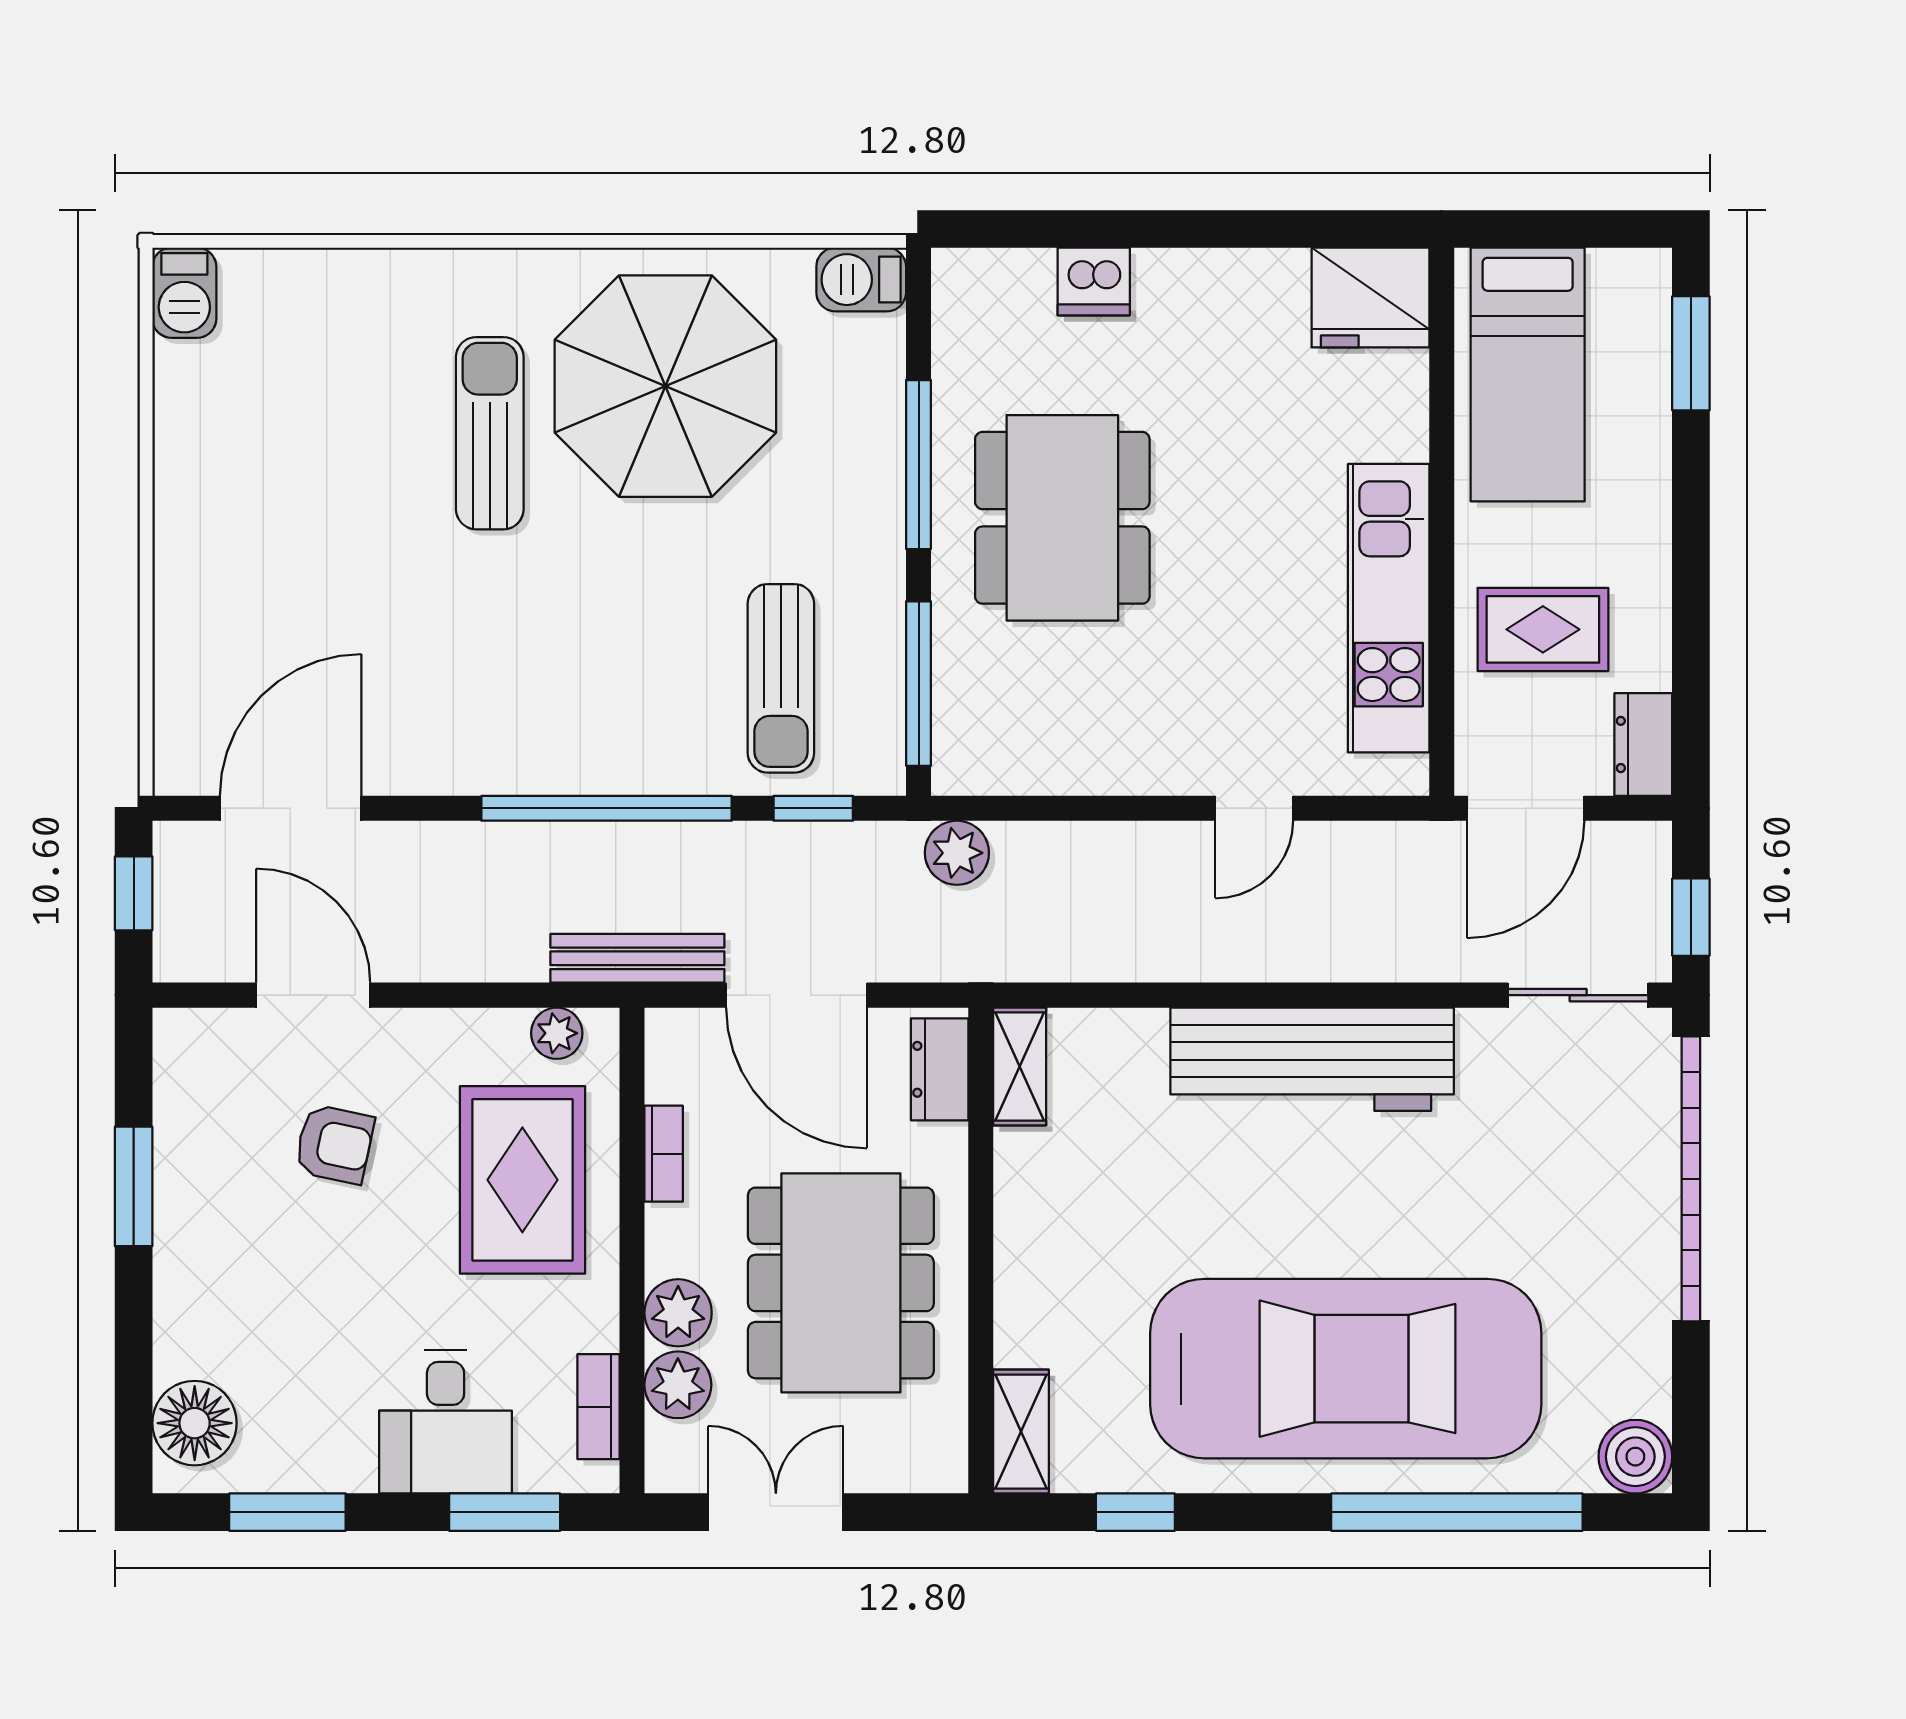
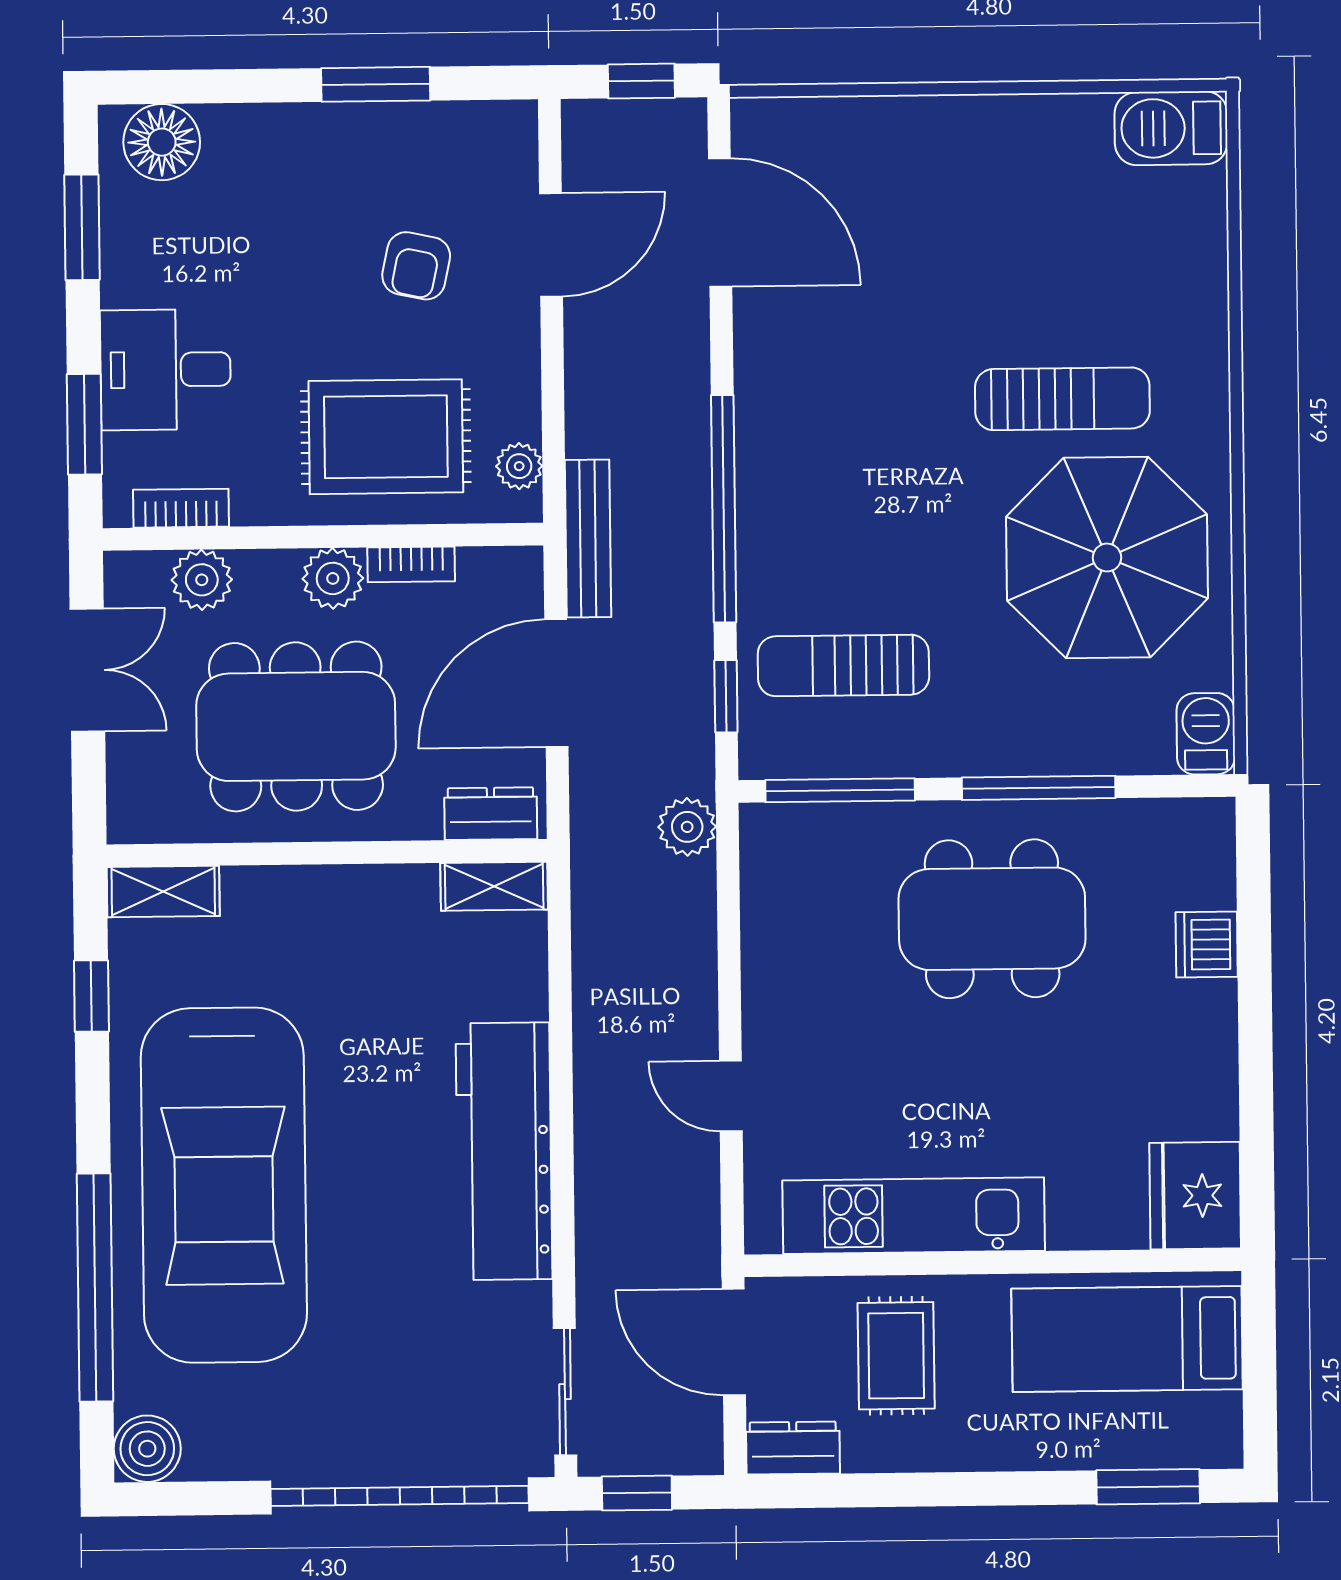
barbecue: (184, 293) -> (1171, 128), width x1.38, depth x1.27
plant: (678, 1313) -> (333, 578), moved

